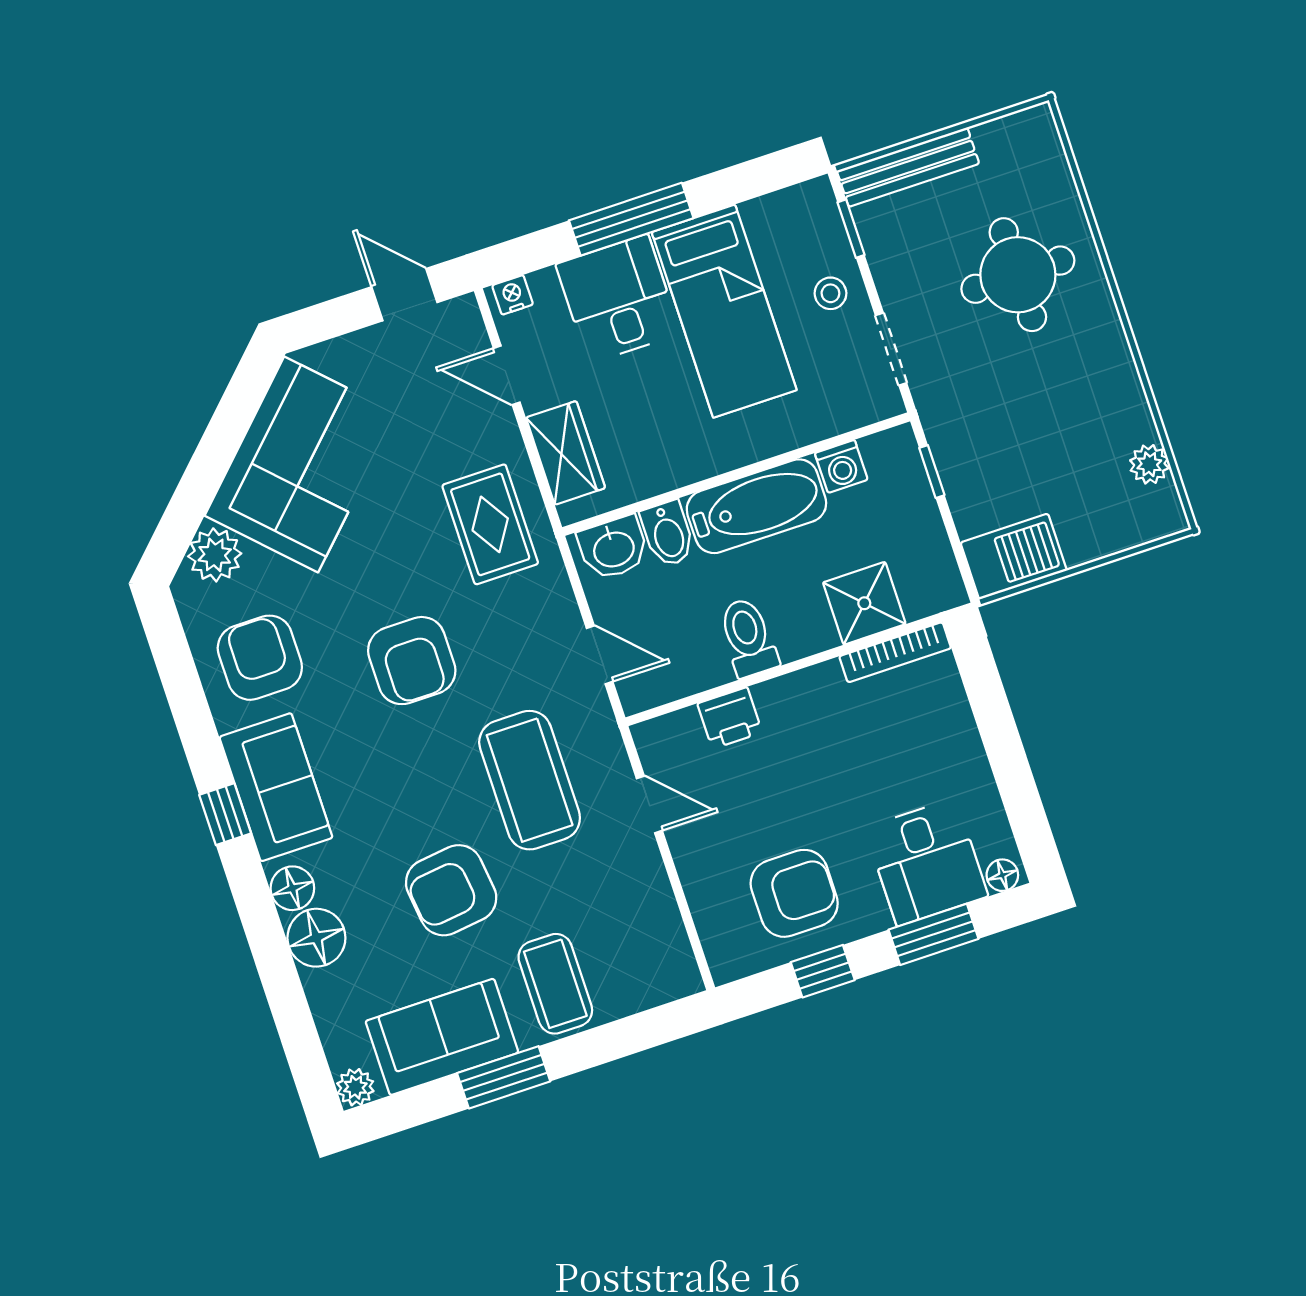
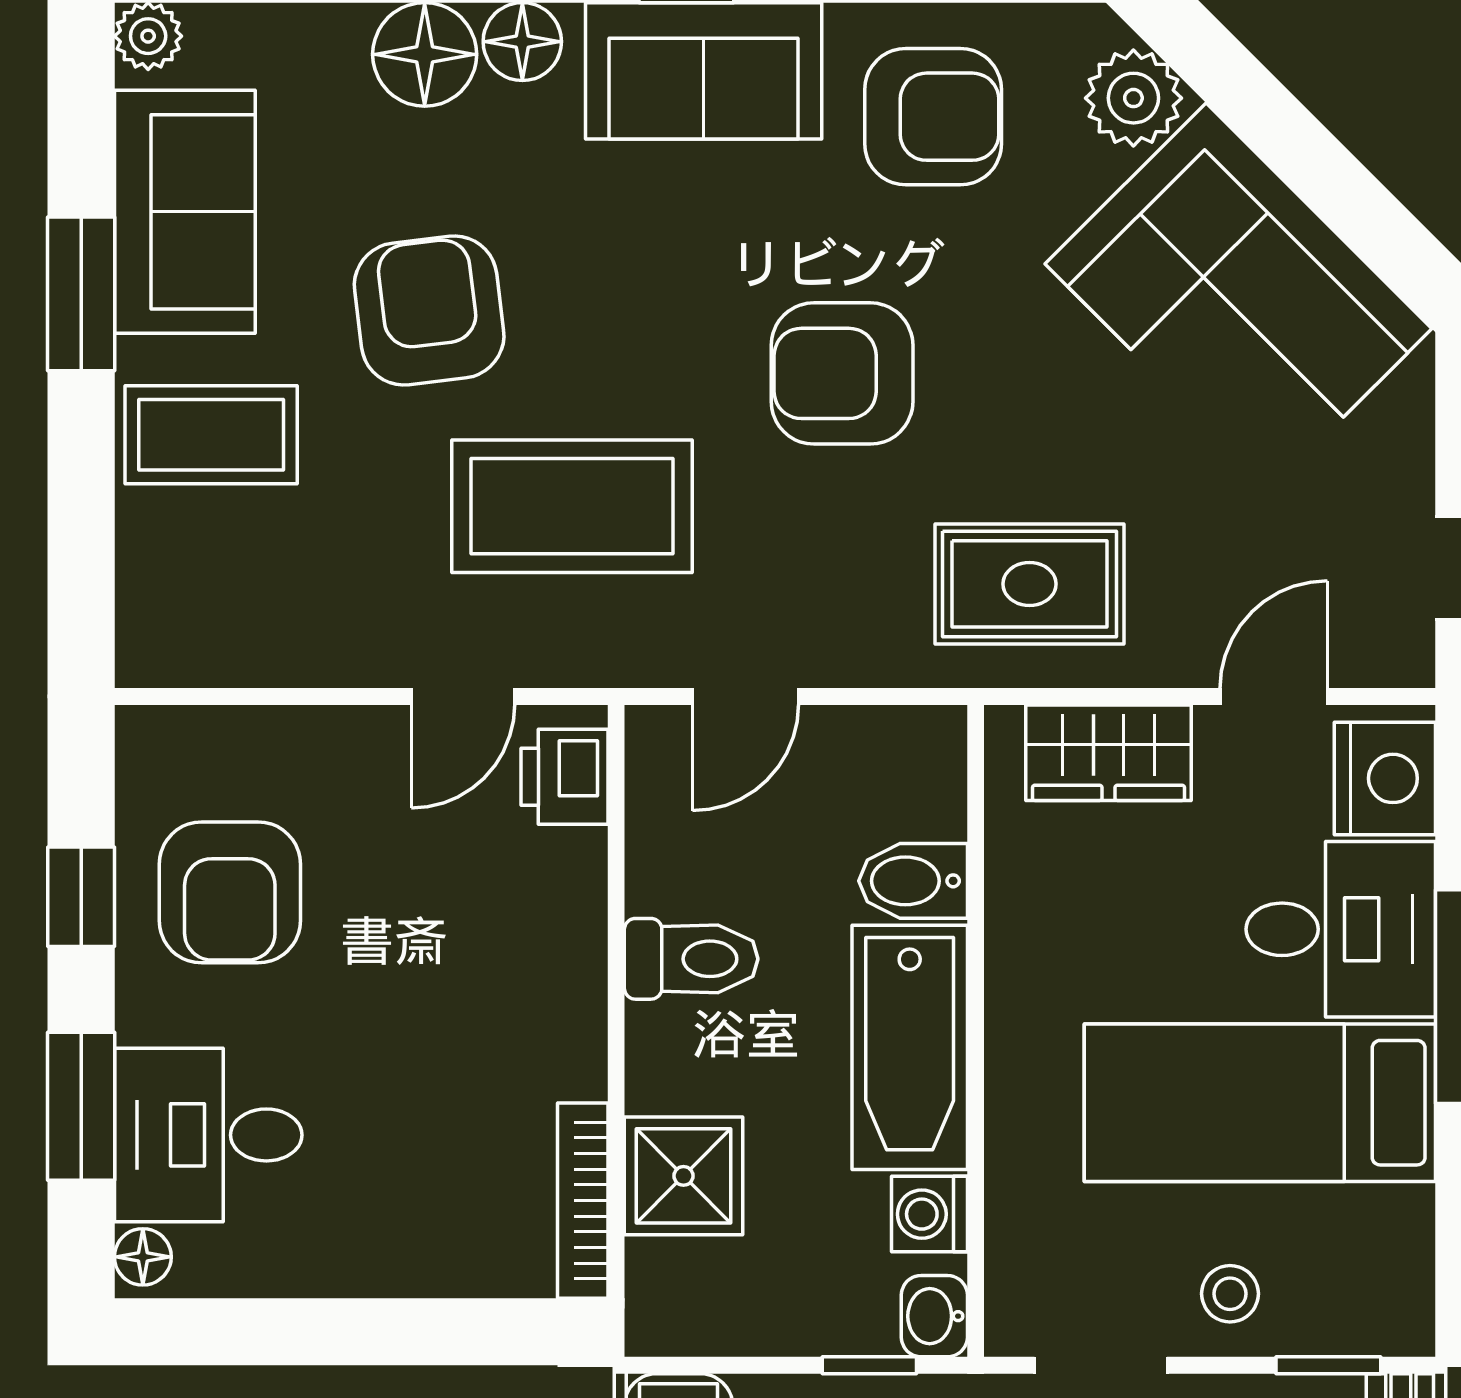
nightstand: (513, 295) -> (1385, 778), width x1.89, depth x1.79
washbasin: (613, 548) -> (934, 1316), moved, width x0.72, depth x0.69
printer: (730, 718) -> (564, 777), moved

